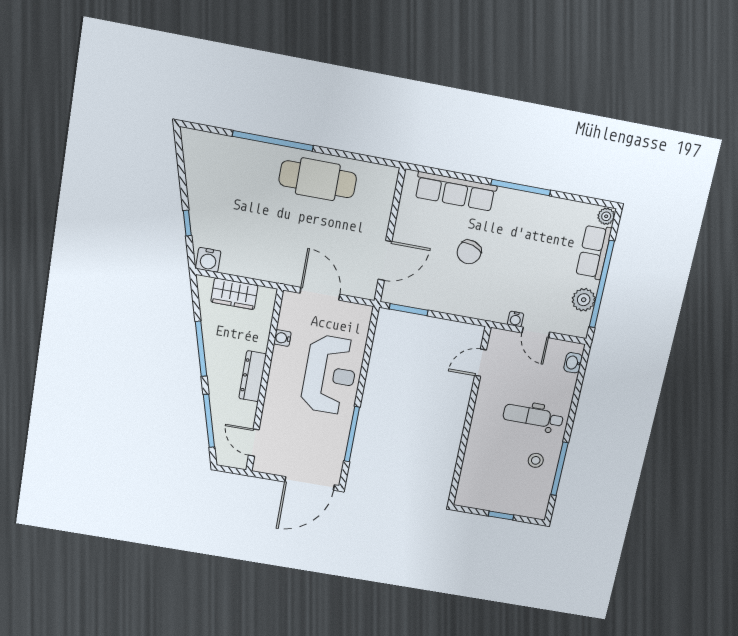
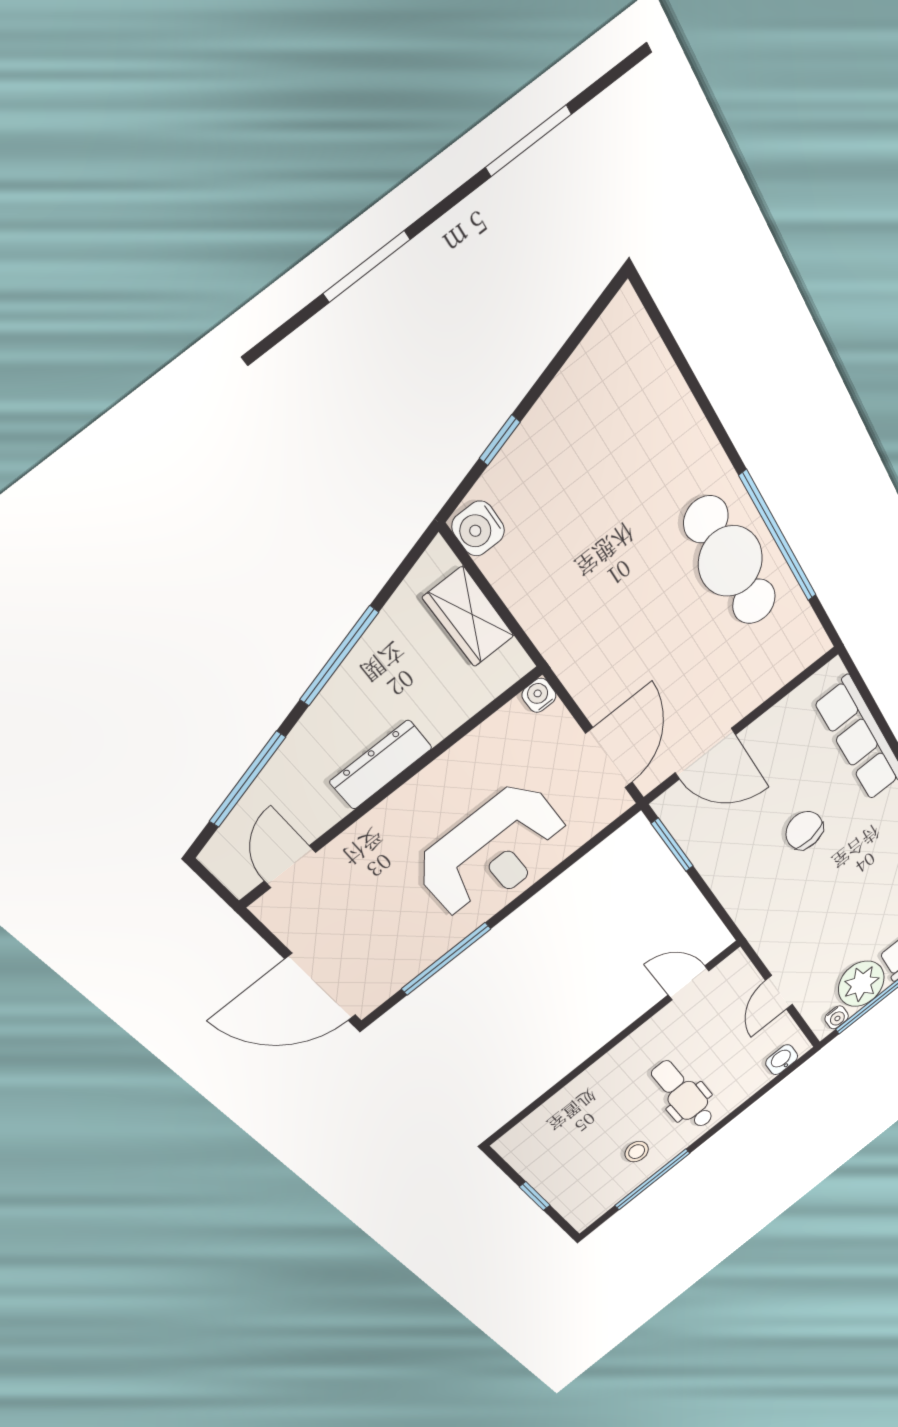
window: (273, 141) -> (778, 537), moved
chair: (469, 252) -> (804, 830), turned 65
door: (320, 294) -> (609, 758), moved
plant: (584, 300) -> (861, 984), width x1.36, depth x1.36
water cooler: (516, 319) -> (837, 1017), moved, turned -90
water cooler: (282, 338) -> (539, 695), moved

